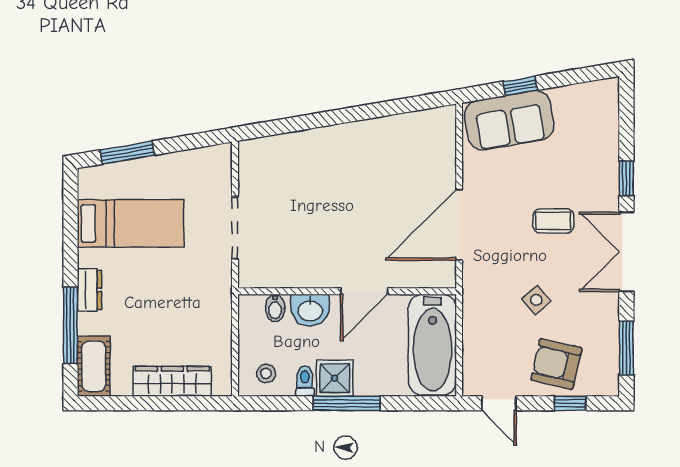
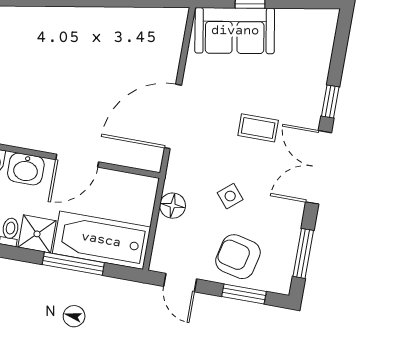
floor lamp: (476, 321) -> (173, 206), added
bathtub: (432, 345) -> (101, 240), moved, turned 90
window: (347, 403) -> (73, 264), moved
window: (570, 403) -> (244, 294), width x1.50

